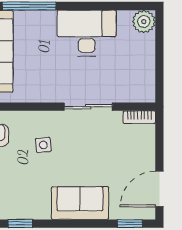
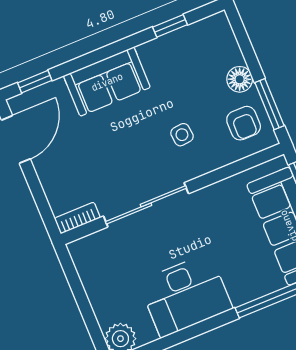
sliding door: (88, 107) -> (146, 205), width x1.37

